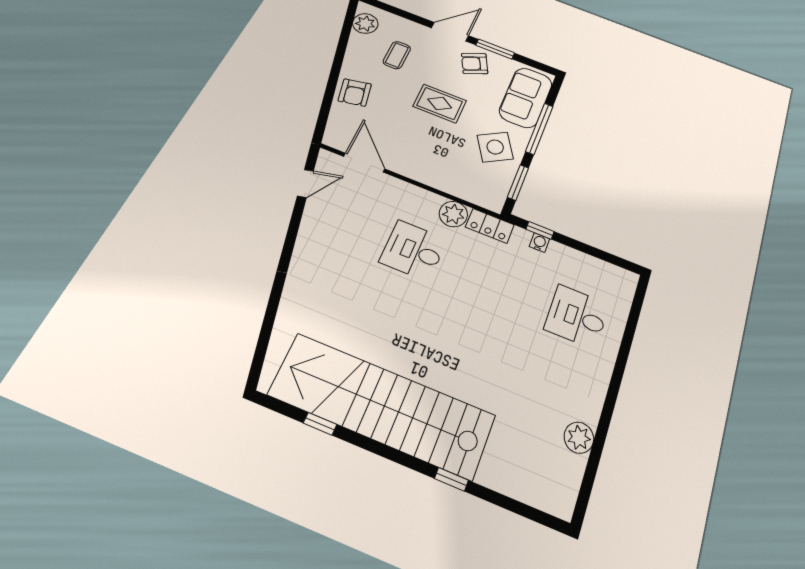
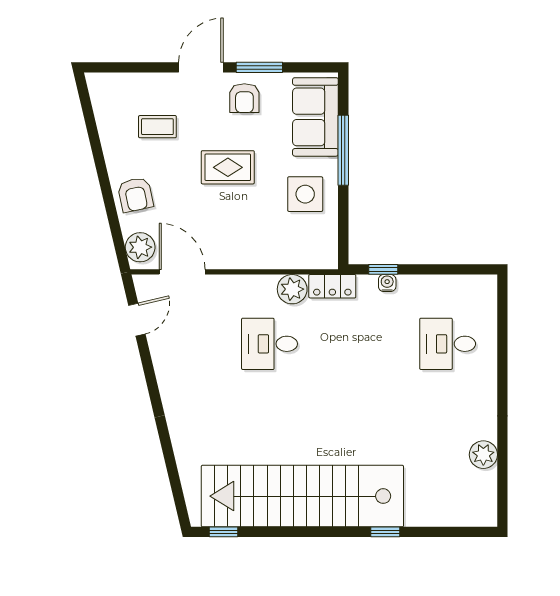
plant: (365, 24) -> (140, 247), moved
coffee table: (397, 55) -> (157, 127), turned 90
armchair: (475, 64) -> (244, 98), turned -65
side table: (495, 147) -> (305, 194), turned 31
window: (518, 183) -> (343, 225), removed
window: (320, 424) -> (224, 532), moved

